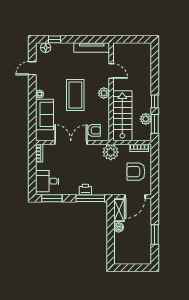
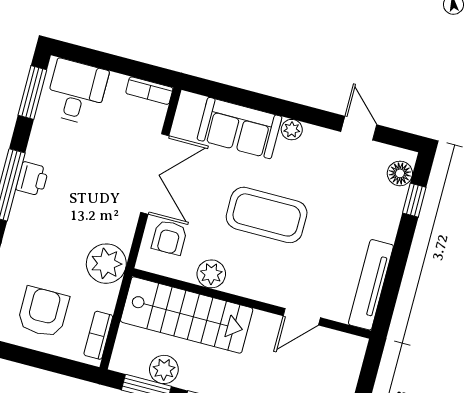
plant: (104, 93) -> (211, 274), moved

